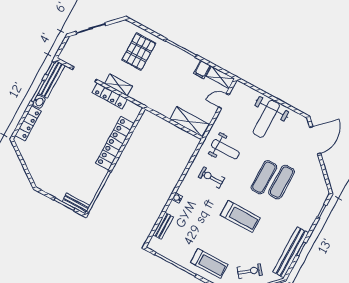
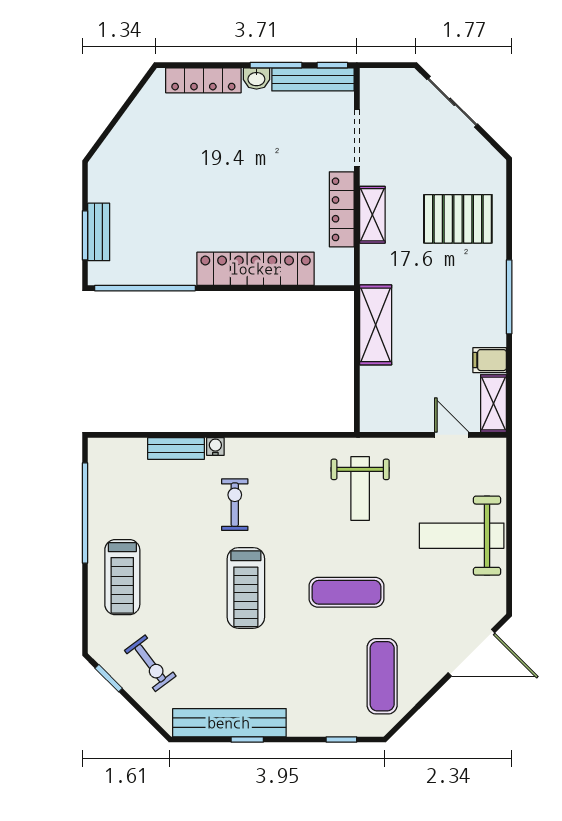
shelving: (189, 122) -> (376, 325), moved
exercise bike: (211, 178) -> (235, 505), moved
exercise mat: (281, 182) -> (382, 676), moved, turned 90
bench: (76, 203) -> (99, 232), moved
bench: (163, 226) -> (176, 448), moved

